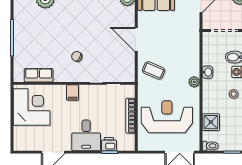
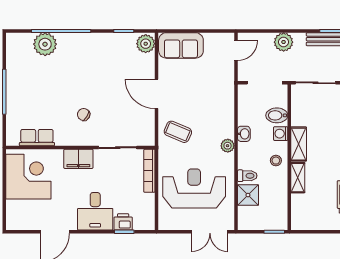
filing cabinet: (72, 93) -> (78, 159), width x2.00
bookcase: (130, 116) -> (149, 171), moved
toilet: (210, 146) -> (247, 176), moved

